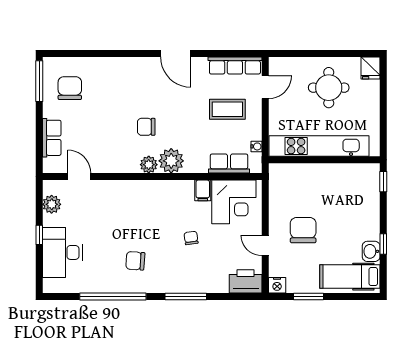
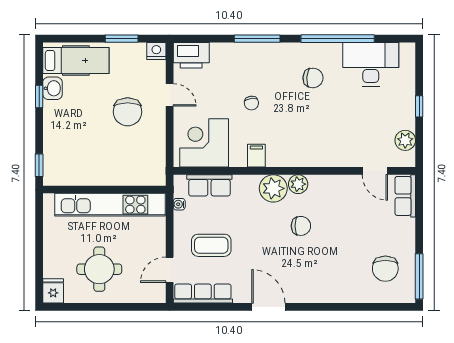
row of seats: (52, 138) -> (405, 196), moved
filing cabinet: (203, 190) -> (256, 156), moved
desk: (62, 252) -> (371, 64), moved, turned -90

